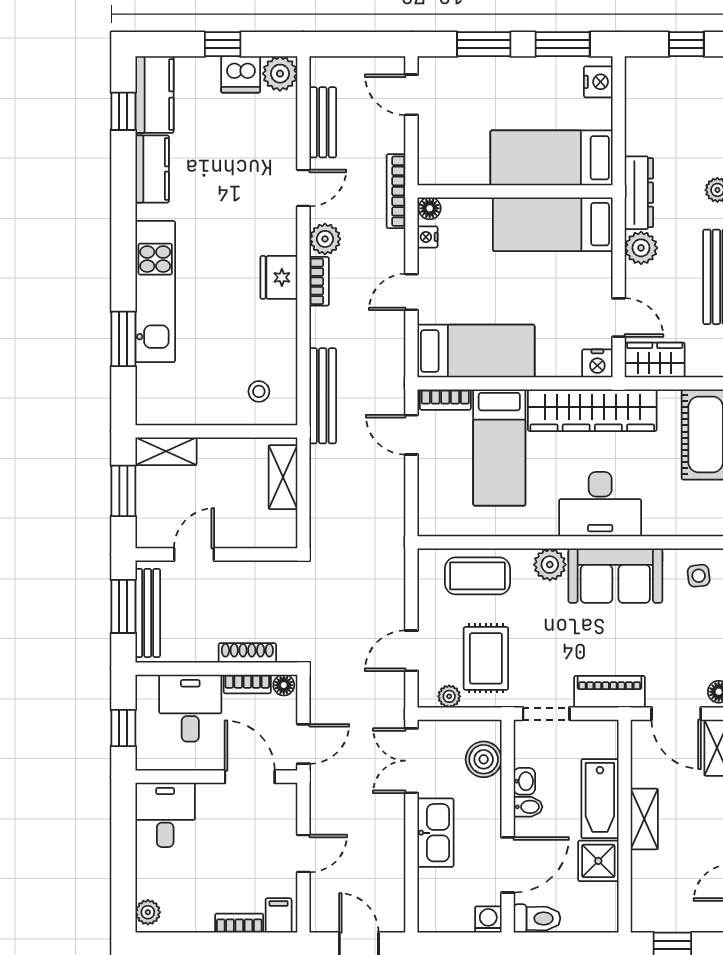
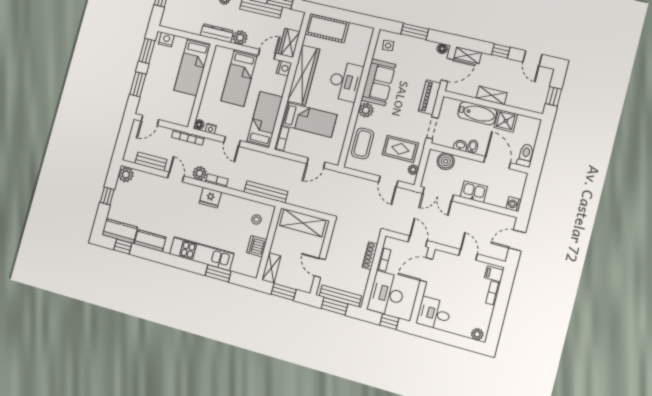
dishwasher: (241, 74) -> (257, 246), moved, turned 180
bed: (553, 224) -> (239, 78), moved
door: (411, 435) -> (316, 163), moved
shelving: (283, 477) -> (303, 223), width x1.50, depth x1.33
floor lamp: (284, 685) -> (389, 243), removed
desk: (190, 708) -> (387, 294), width x1.37
kitchen sink: (436, 833) -> (474, 192), width x0.73
washing machine: (488, 920) -> (514, 204), moved

